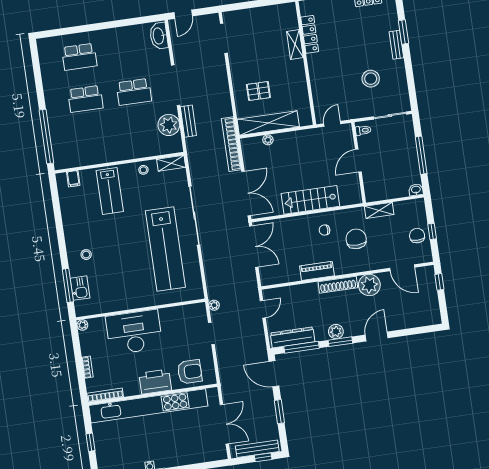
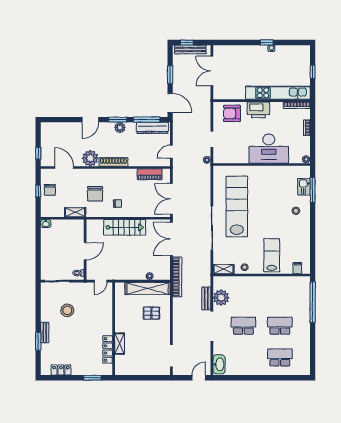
window: (421, 155) -> (38, 249), removed
piano: (317, 271) -> (150, 174), moved
kitchen unit: (148, 406) -> (278, 93), width x0.73

